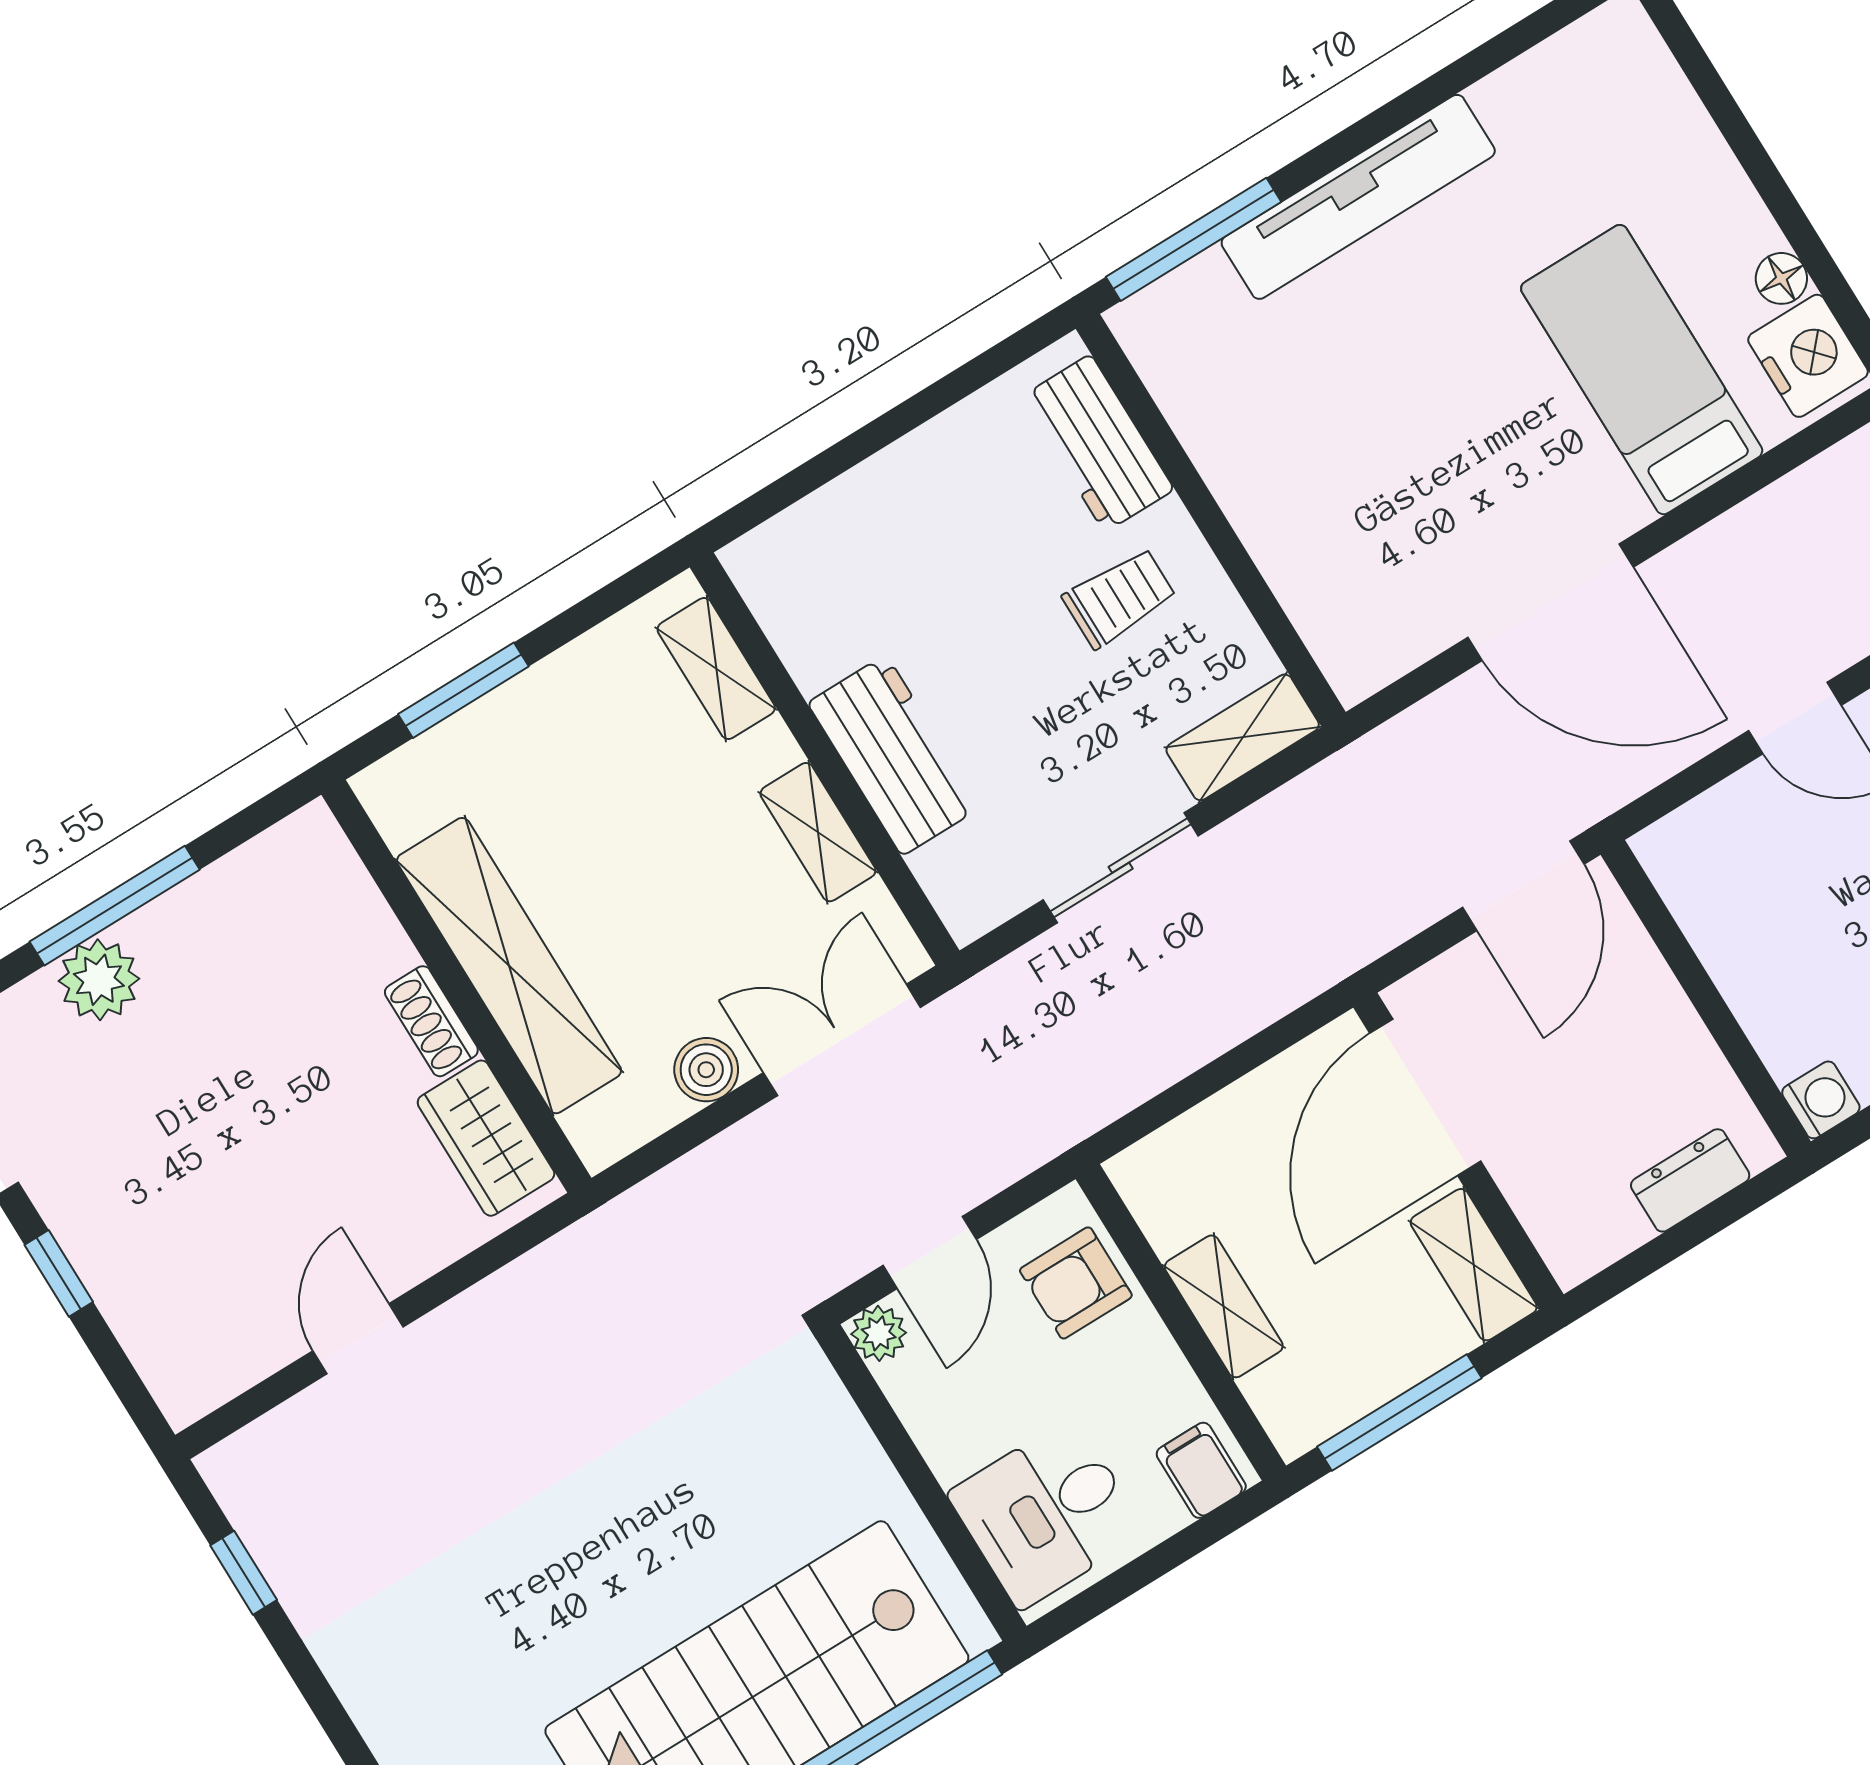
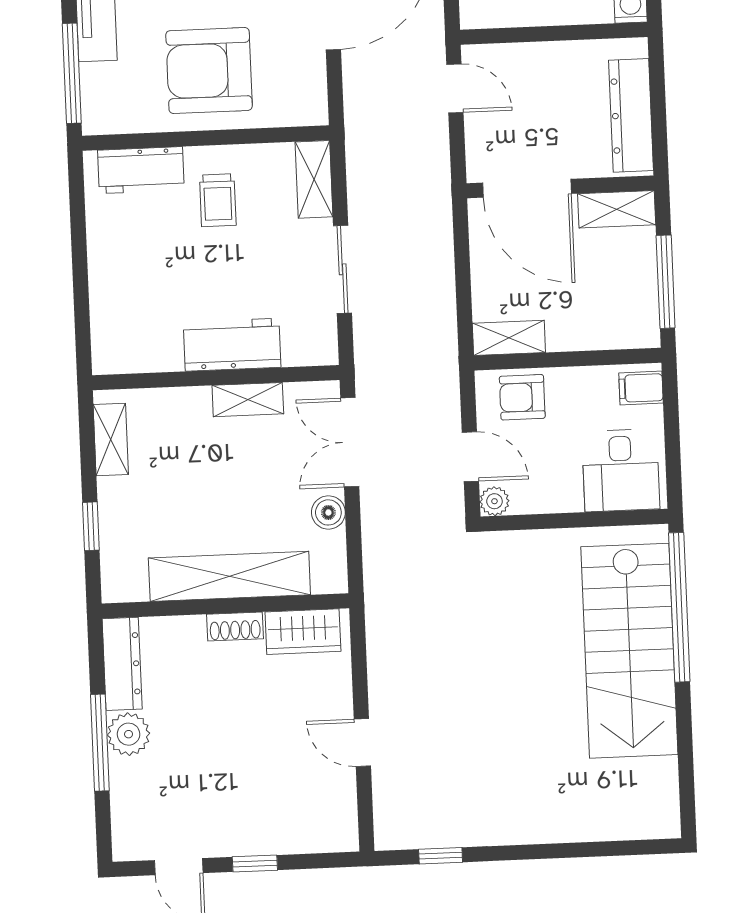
armchair: (1325, 463) -> (209, 71), added
trolley: (1119, 598) -> (218, 200), turned 180
shelving: (716, 668) -> (111, 439), moved, turned 90
window: (463, 690) -> (91, 526), width x0.67
dresser: (265, 869) -> (122, 664), added
door: (1523, 886) -> (455, 88), width x0.73
plant: (99, 980) -> (129, 734), moved
dresser: (1690, 1180) -> (631, 115), width x1.96, depth x1.24
armchair: (1076, 1283) -> (522, 397), turned 90
shelving: (1224, 1306) -> (509, 338), moved

